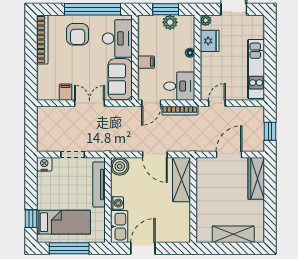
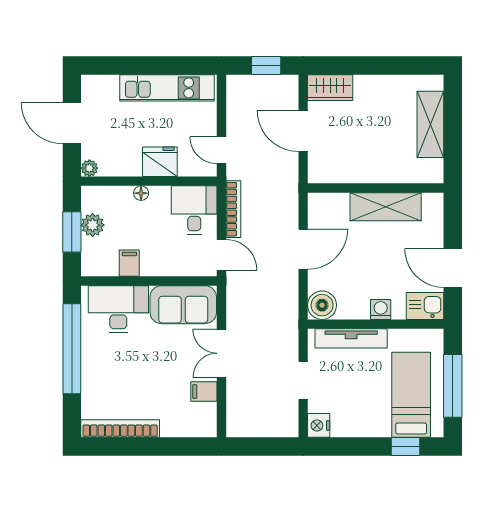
armchair: (78, 34) -> (112, 372), removed
fridge: (210, 41) -> (160, 162), moved
filing cabinet: (146, 62) -> (129, 263), moved
wardrobe: (256, 178) -> (330, 88), width x0.67
shelving: (181, 180) -> (386, 207), moved
kitchen sink: (119, 227) -> (425, 306), width x0.73

